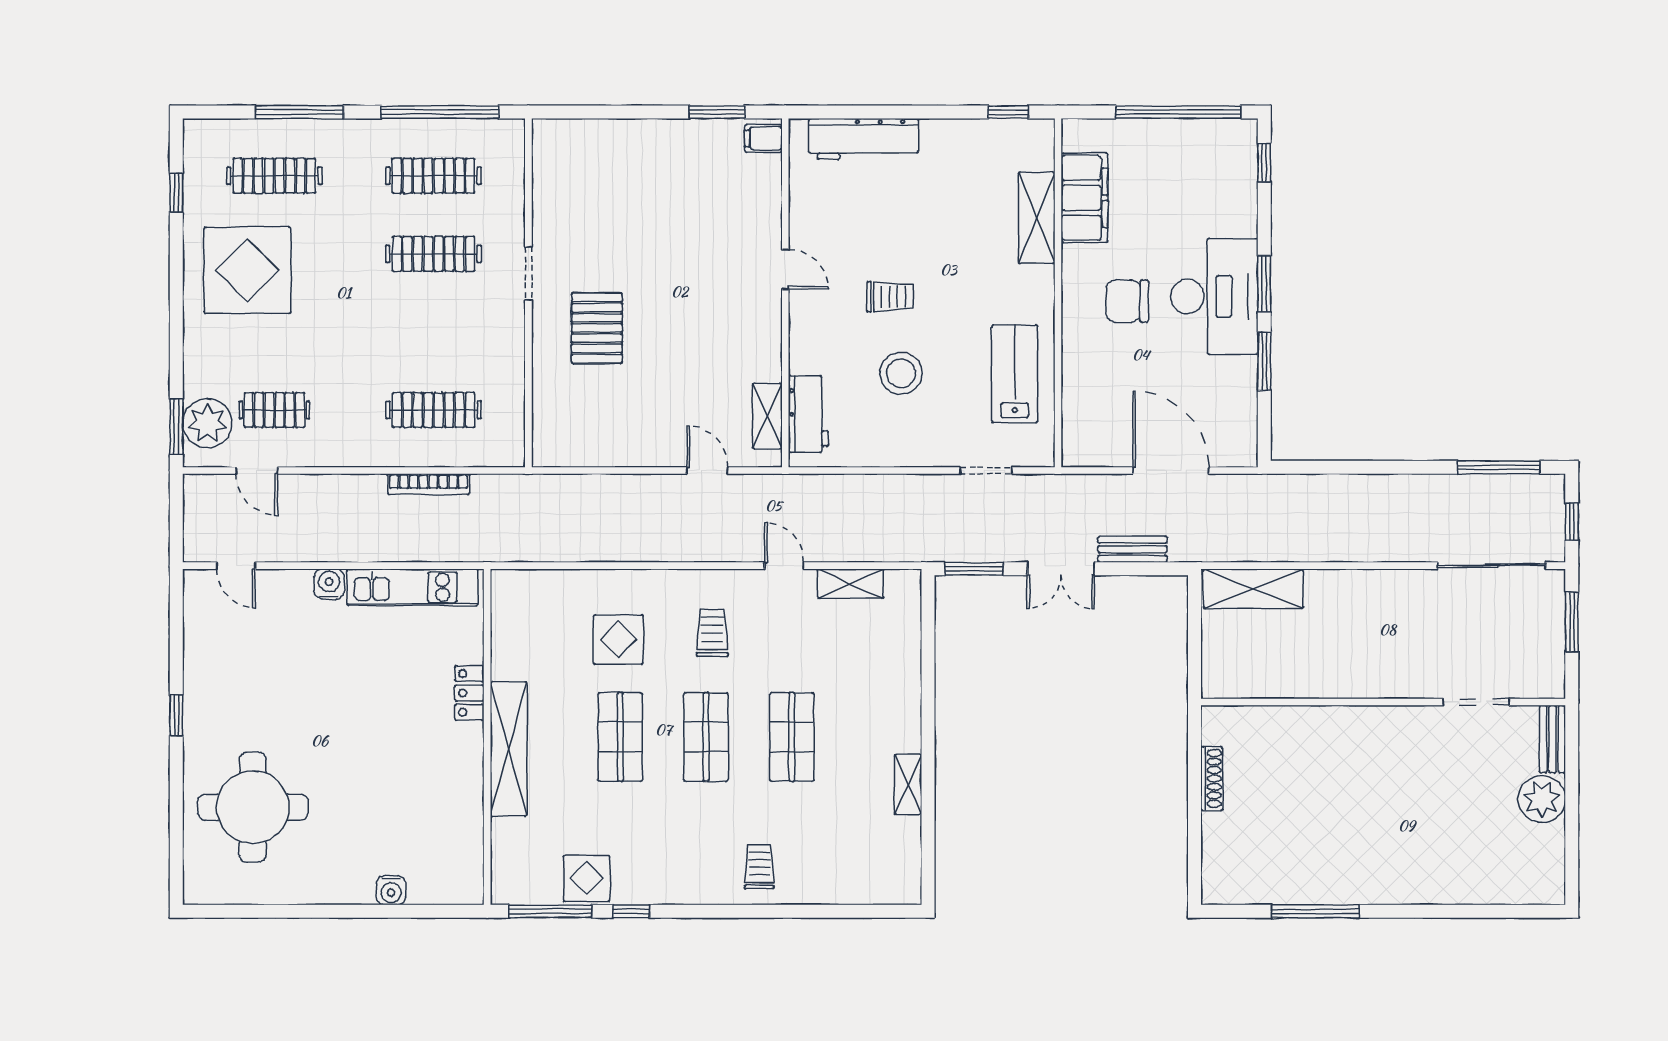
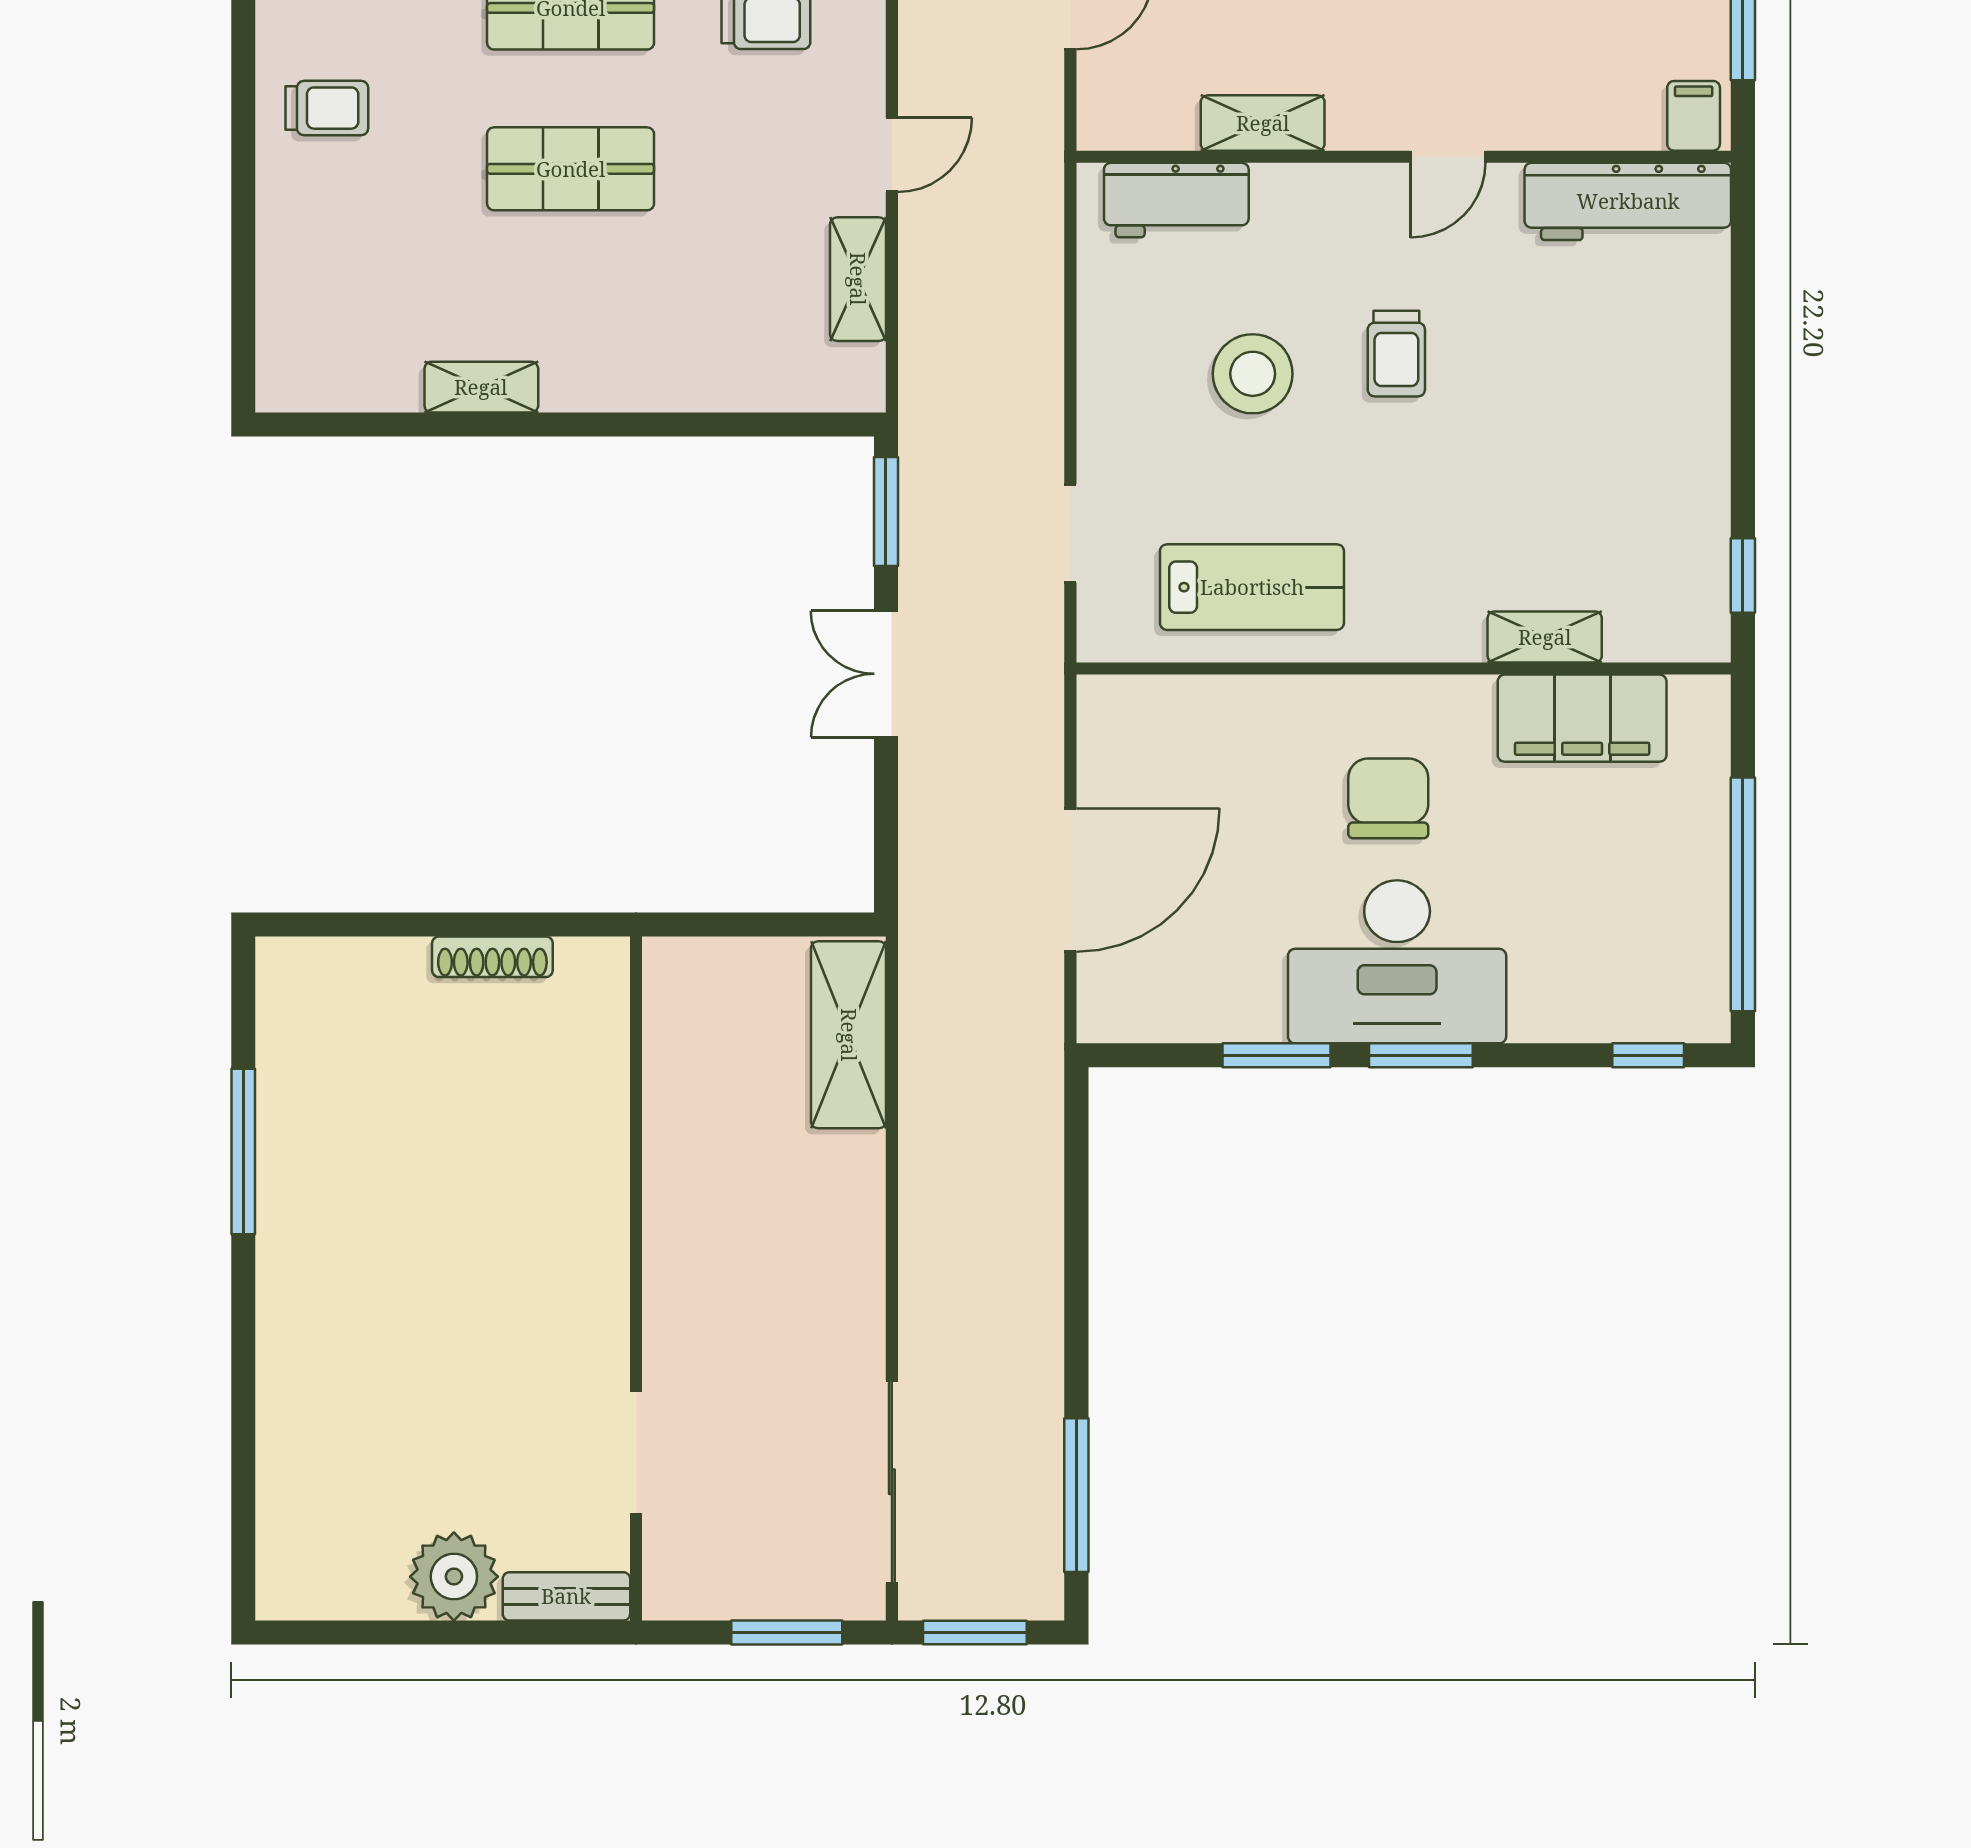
workbench: (864, 139) -> (1628, 201), moved, turned -90
shelving: (1037, 218) -> (1545, 637), width x0.67, depth x0.75
shelving: (767, 416) -> (1263, 123), moved
window: (1572, 521) -> (975, 1633), width x1.50
bench: (1132, 549) -> (923, 808), removed

